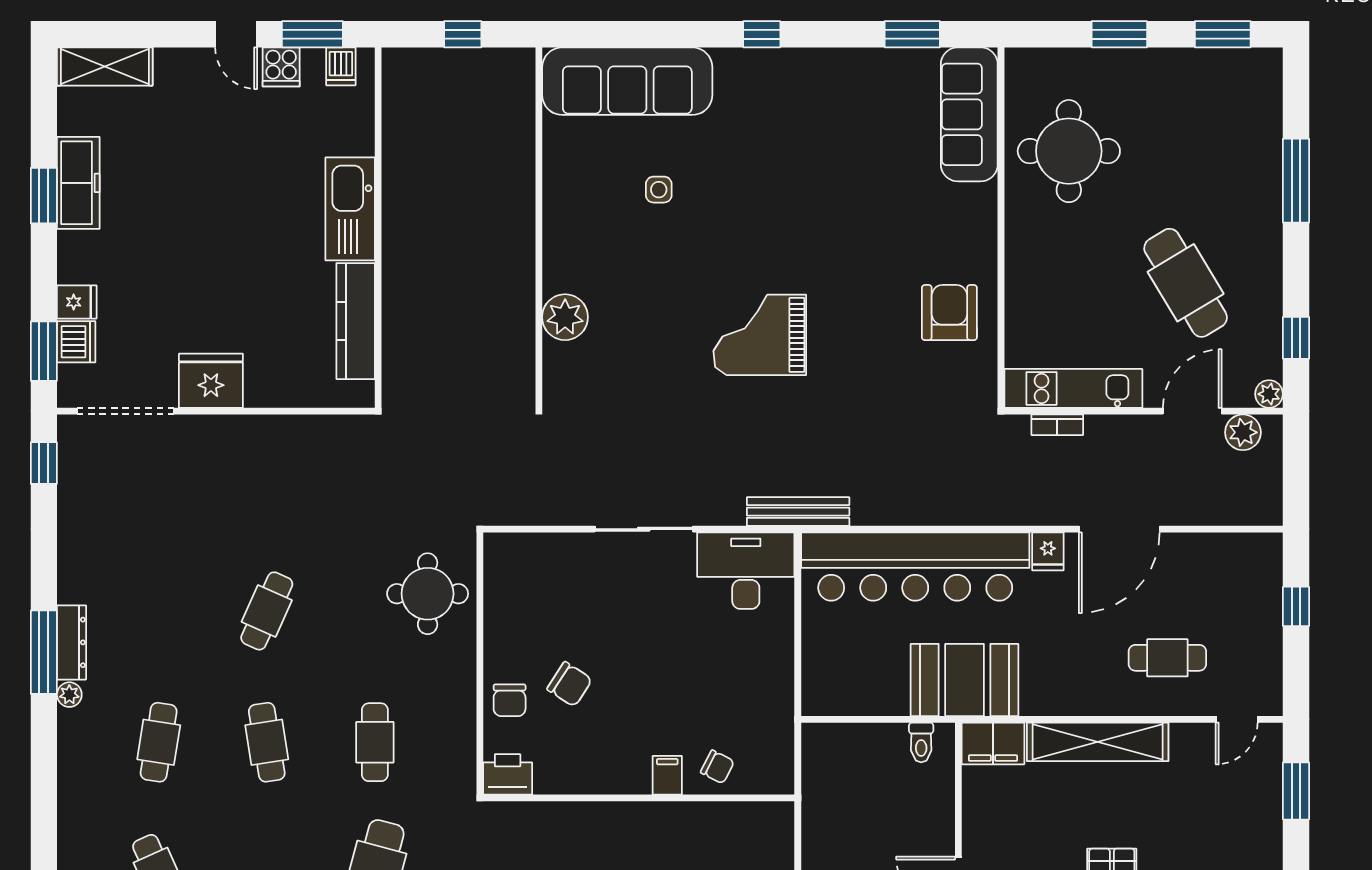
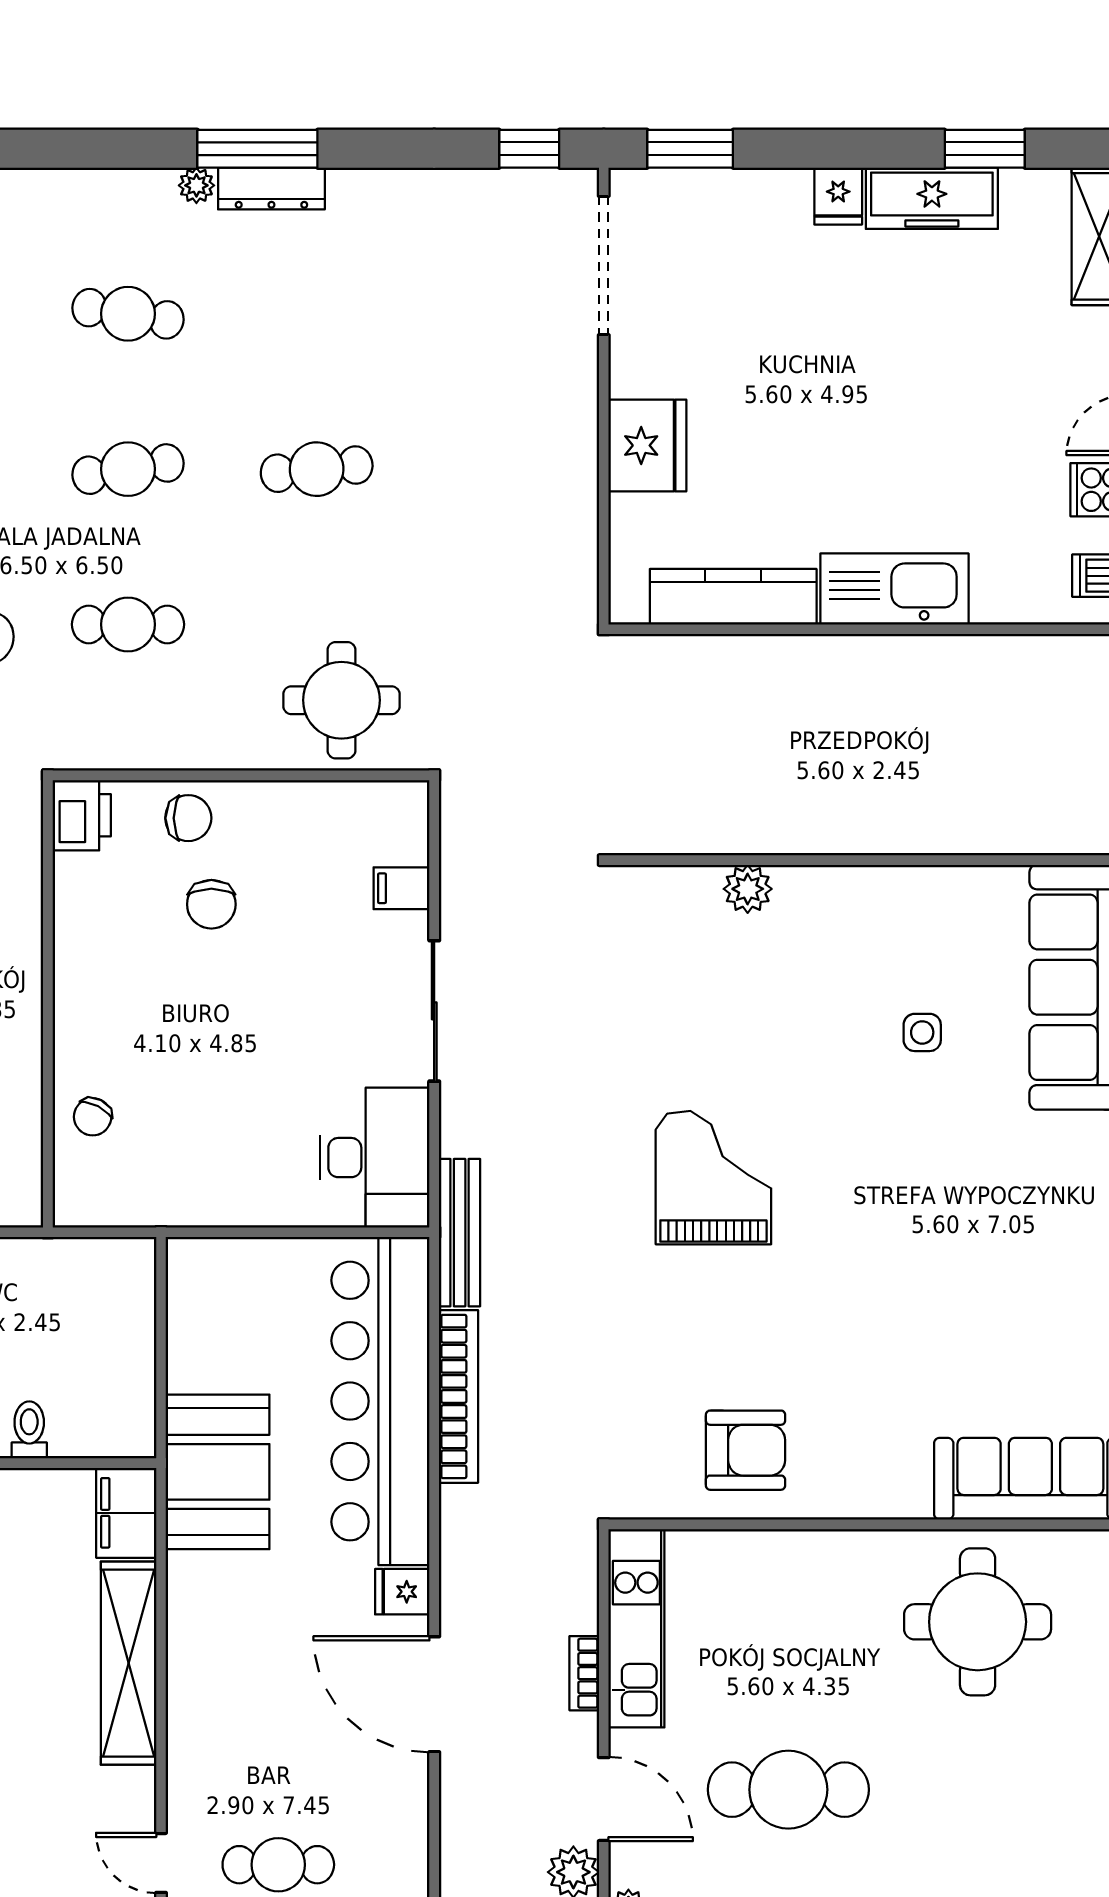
window: (44, 196) -> (985, 149), moved
cafe table: (1186, 283) -> (788, 1790), turned 31
fridge: (77, 302) -> (838, 196), moved
plant: (565, 317) -> (748, 889), width x0.73, depth x0.73
dishwasher: (76, 342) -> (704, 195), removed
fridge: (211, 381) -> (647, 445), moved
bookcase: (1057, 425) -> (584, 1673), moved
bookcase: (912, 512) -> (459, 1396), added
cafe table: (267, 611) -> (317, 469), turned -30
cafe table: (1167, 658) -> (278, 1865), moved, turned 90
chair: (570, 684) -> (211, 904), turned -33
chair: (510, 700) -> (188, 818), turned 180
toilet: (921, 742) -> (29, 1430), moved, turned 90
filing cabinet: (667, 775) -> (402, 888), moved, turned 180

